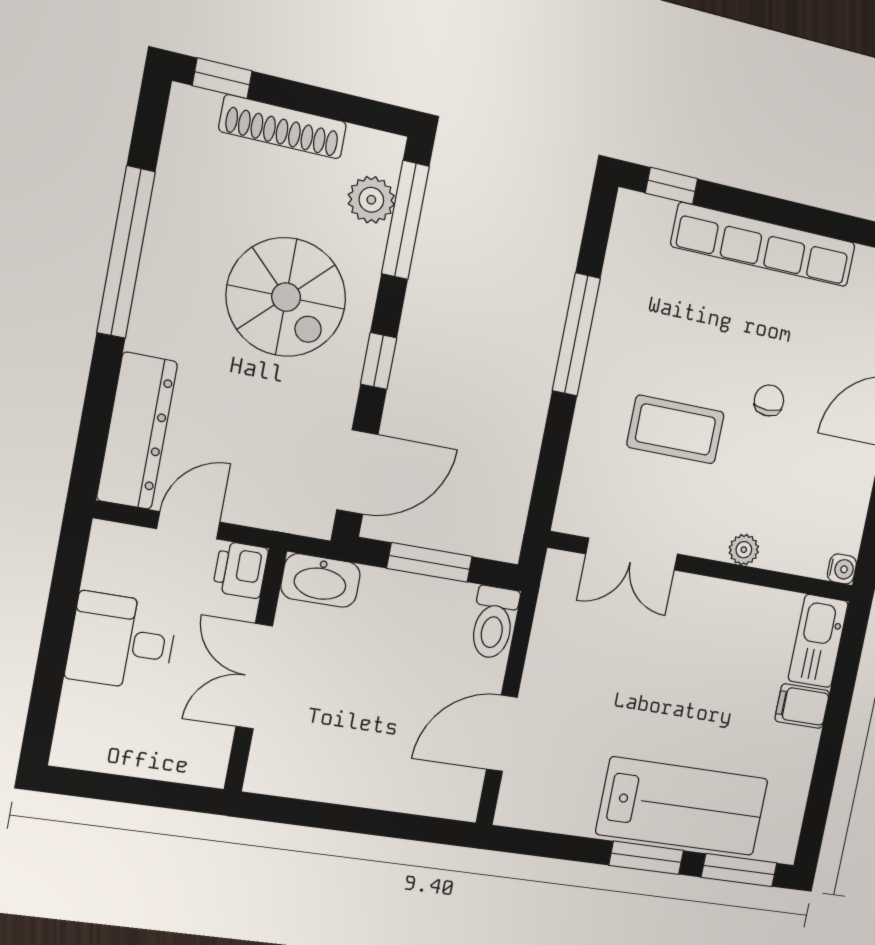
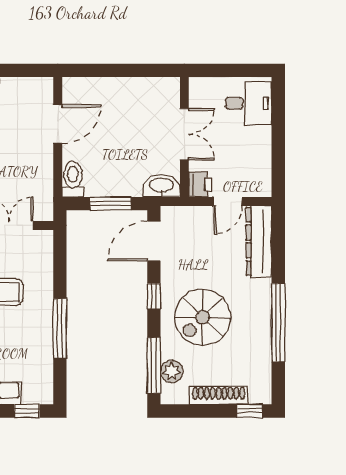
spiral stairs: (286, 297) -> (203, 317), turned -90
desk: (122, 642) -> (249, 103), moved

